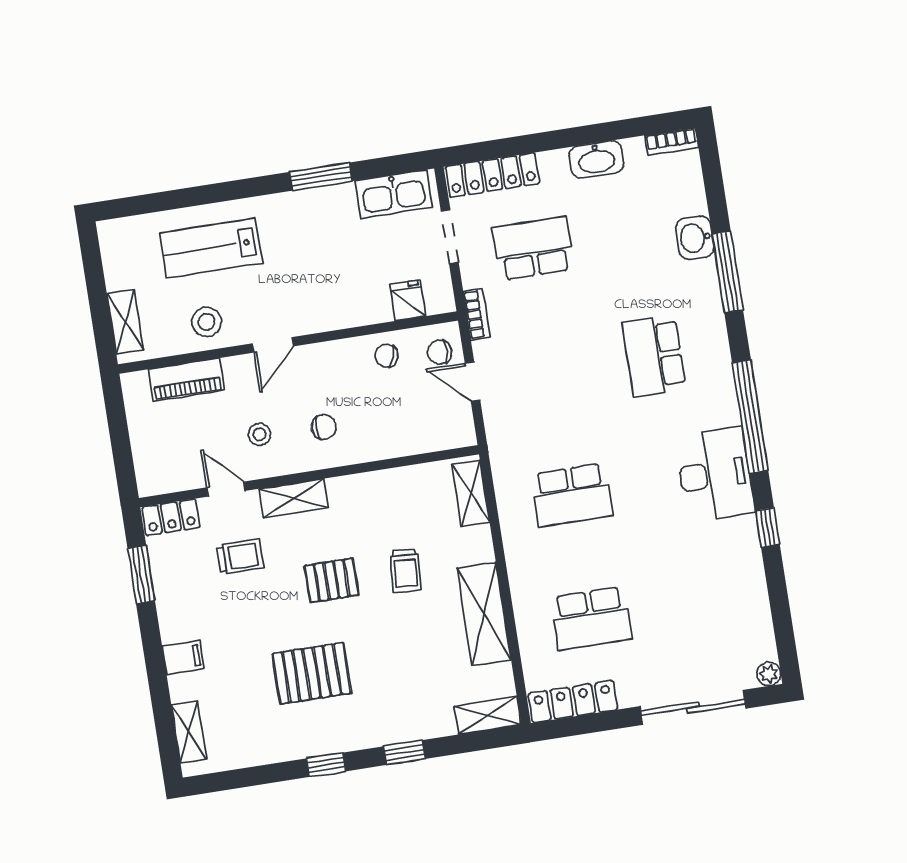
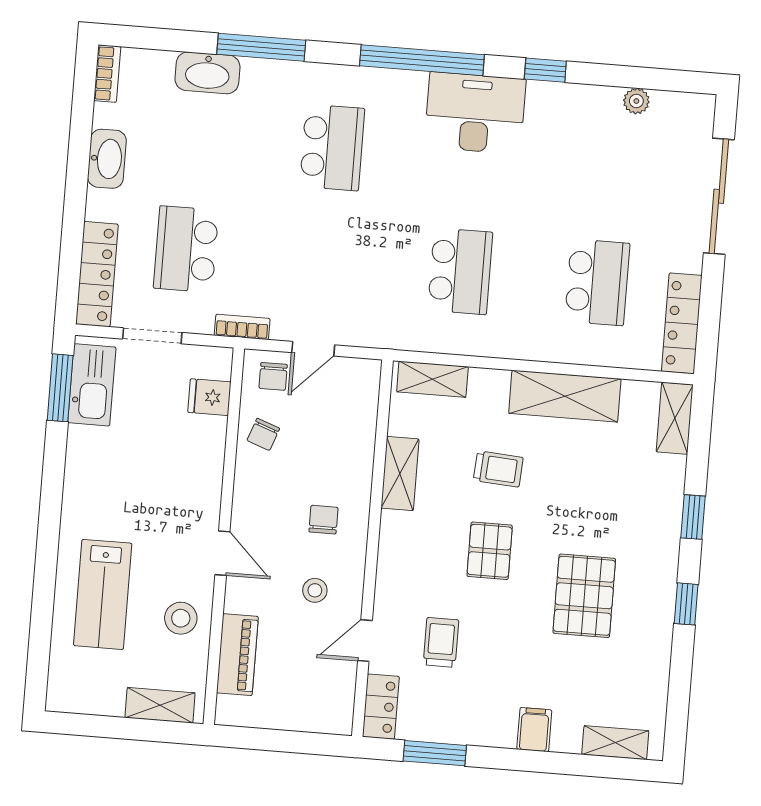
window: (321, 177) -> (60, 388), moved
washbasin: (695, 238) -> (207, 73), width x1.38
school desk: (654, 356) -> (332, 147), turned -90
shelving: (293, 498) -> (400, 474), moved
plant: (769, 674) -> (636, 101), moved

